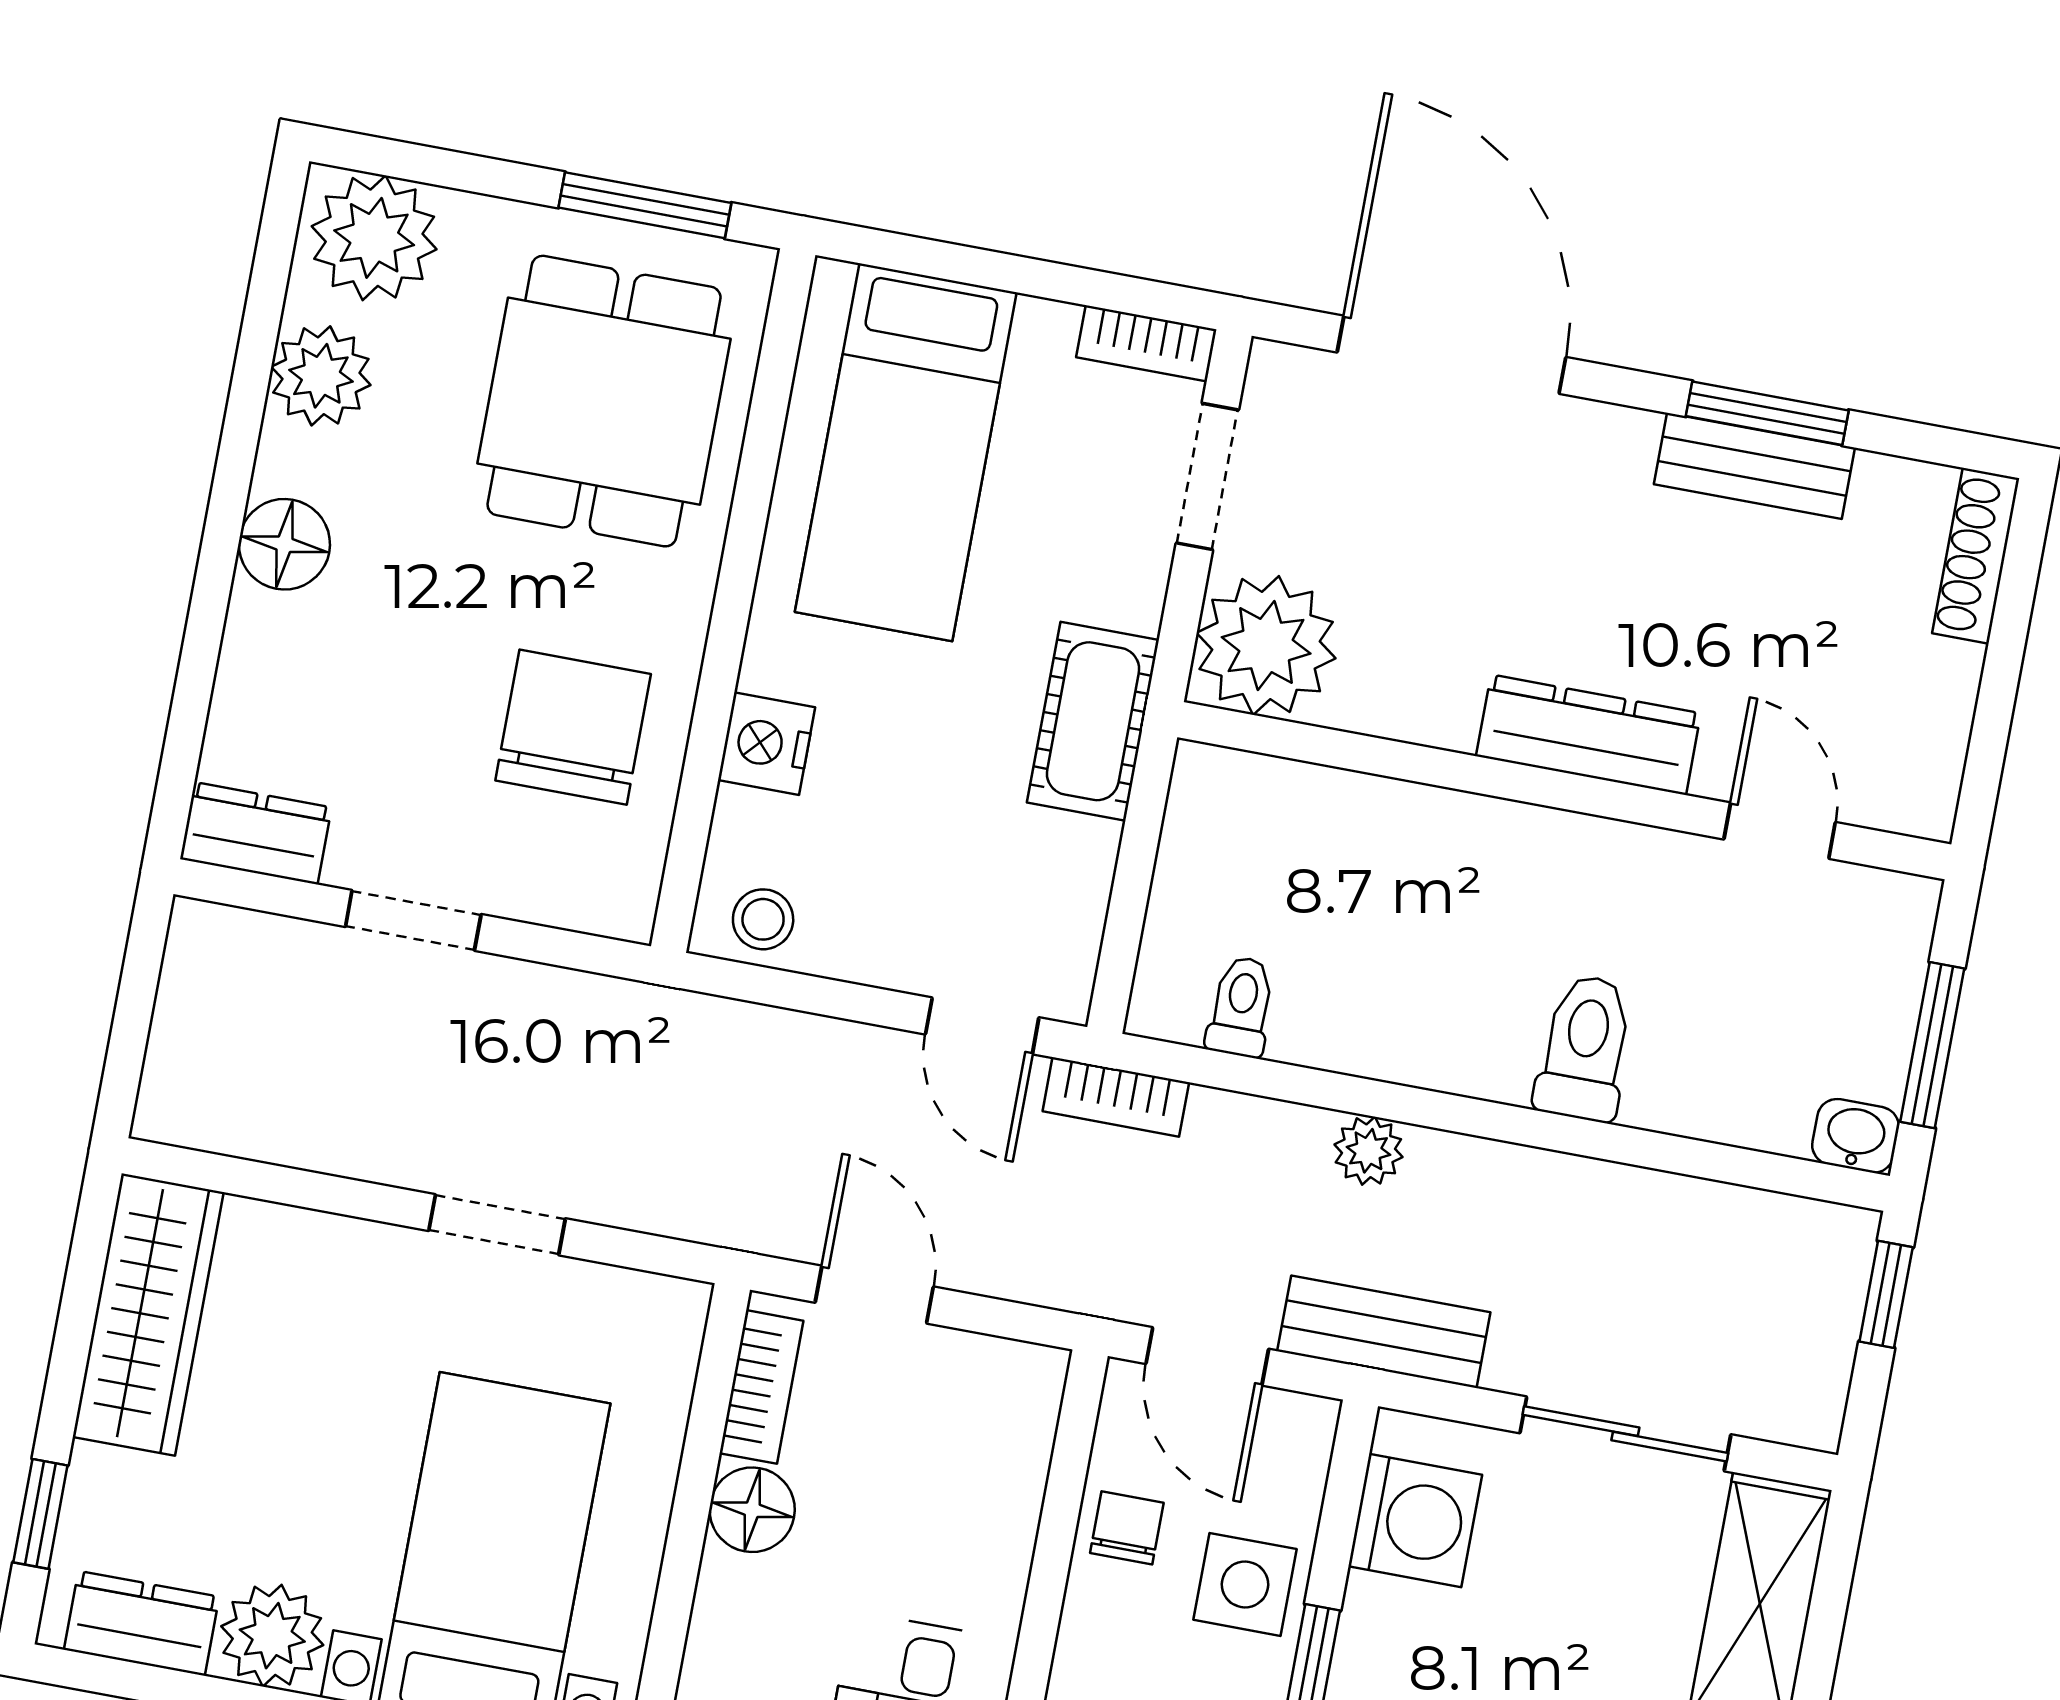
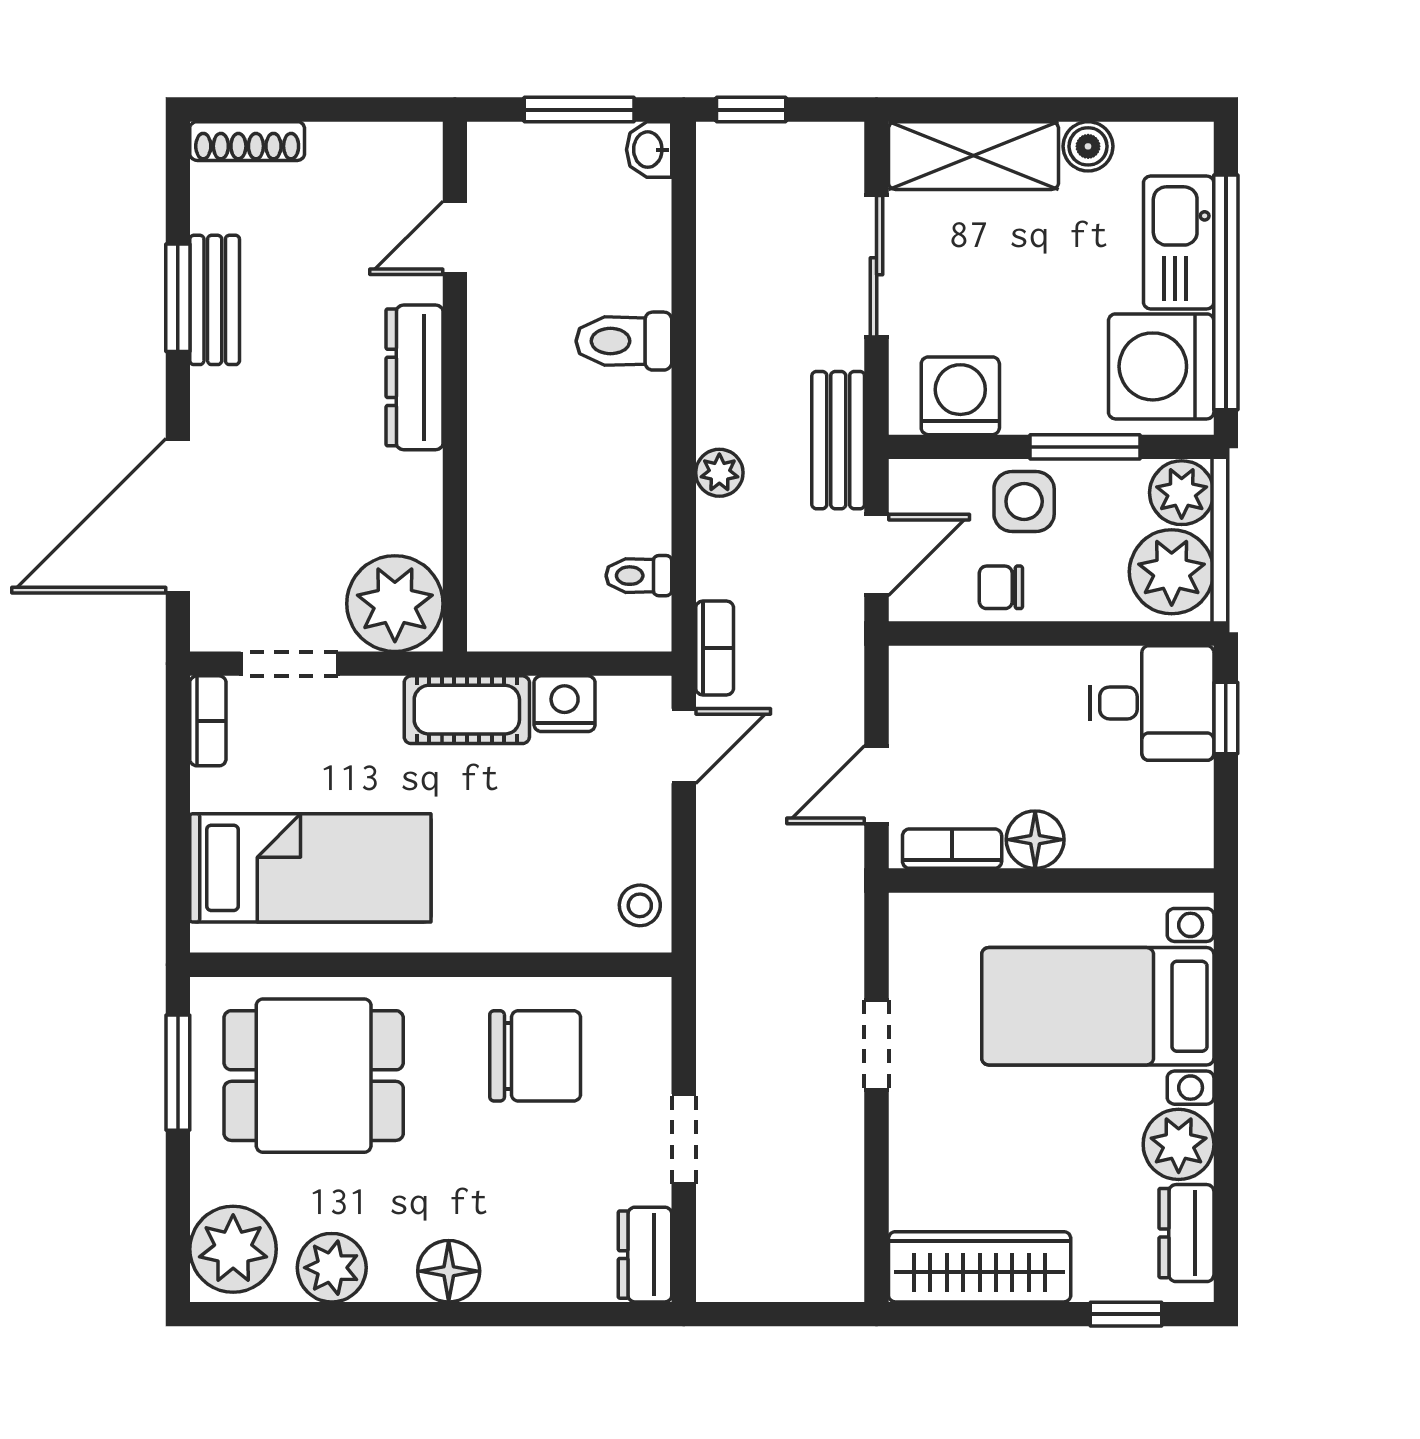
chair: (573, 727) -> (535, 1056), turned 180
nightstand: (767, 744) -> (565, 704), moved, turned 180

